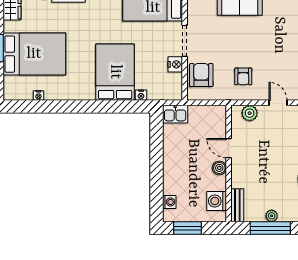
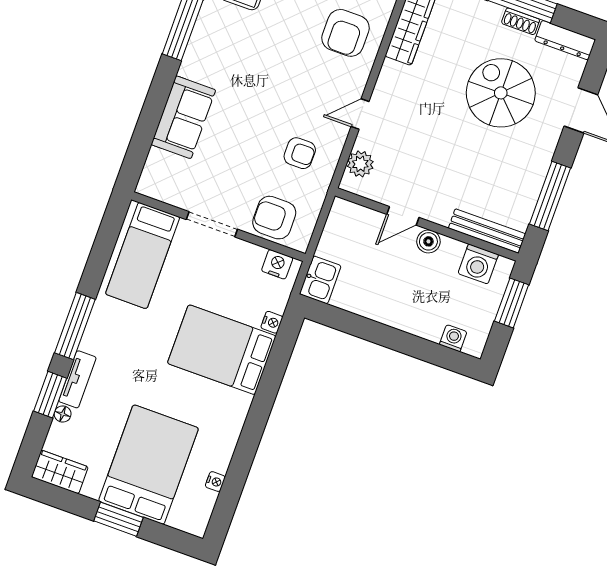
nightstand: (175, 64) -> (277, 264), moved
bench: (237, 205) -> (487, 231), width x1.36
plant: (272, 216) -> (532, 187), removed
window: (188, 228) -> (512, 303), moved

